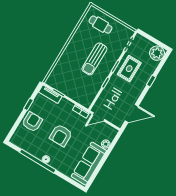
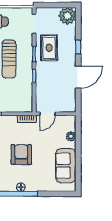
door: (132, 113) -> (78, 77), moved
armchair: (61, 135) -> (21, 154), turned 180
sofa: (89, 163) -> (66, 166), width x0.73

